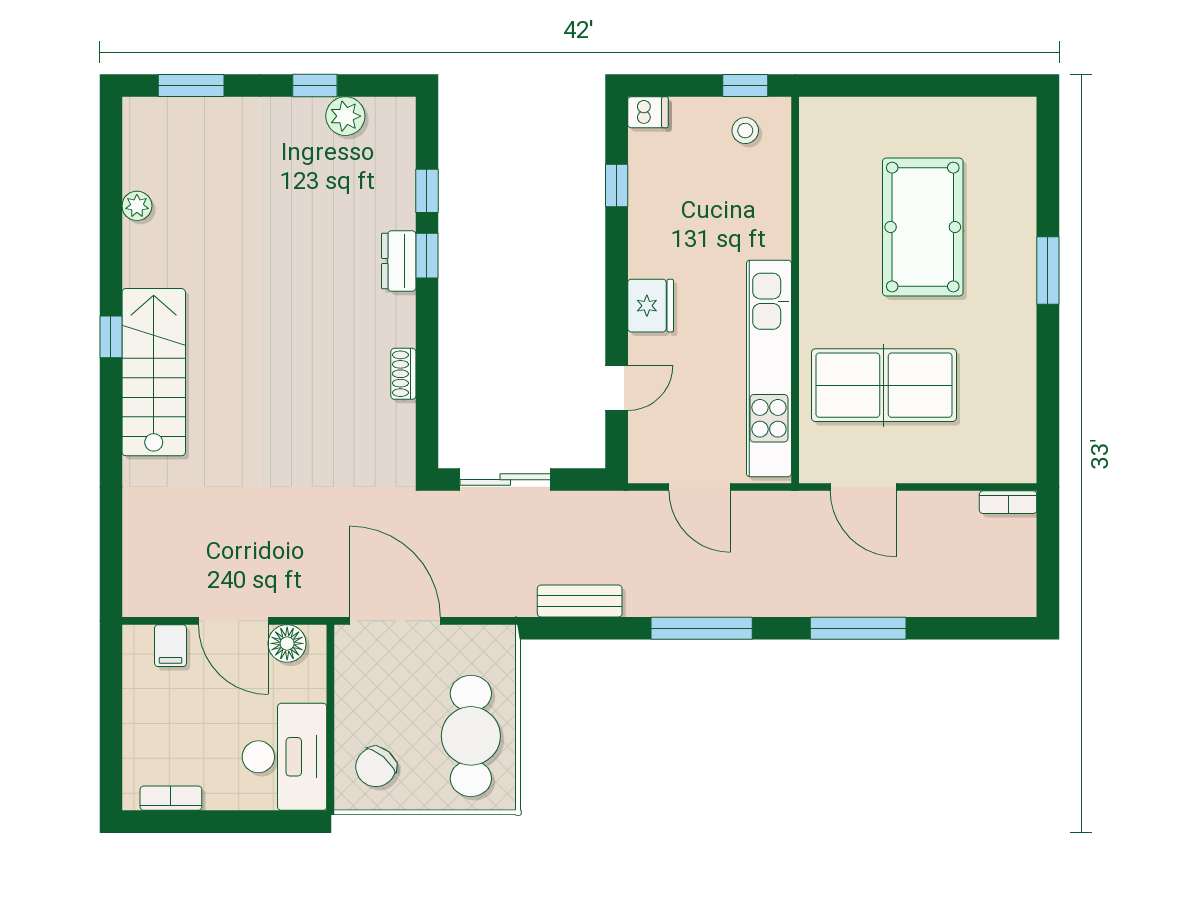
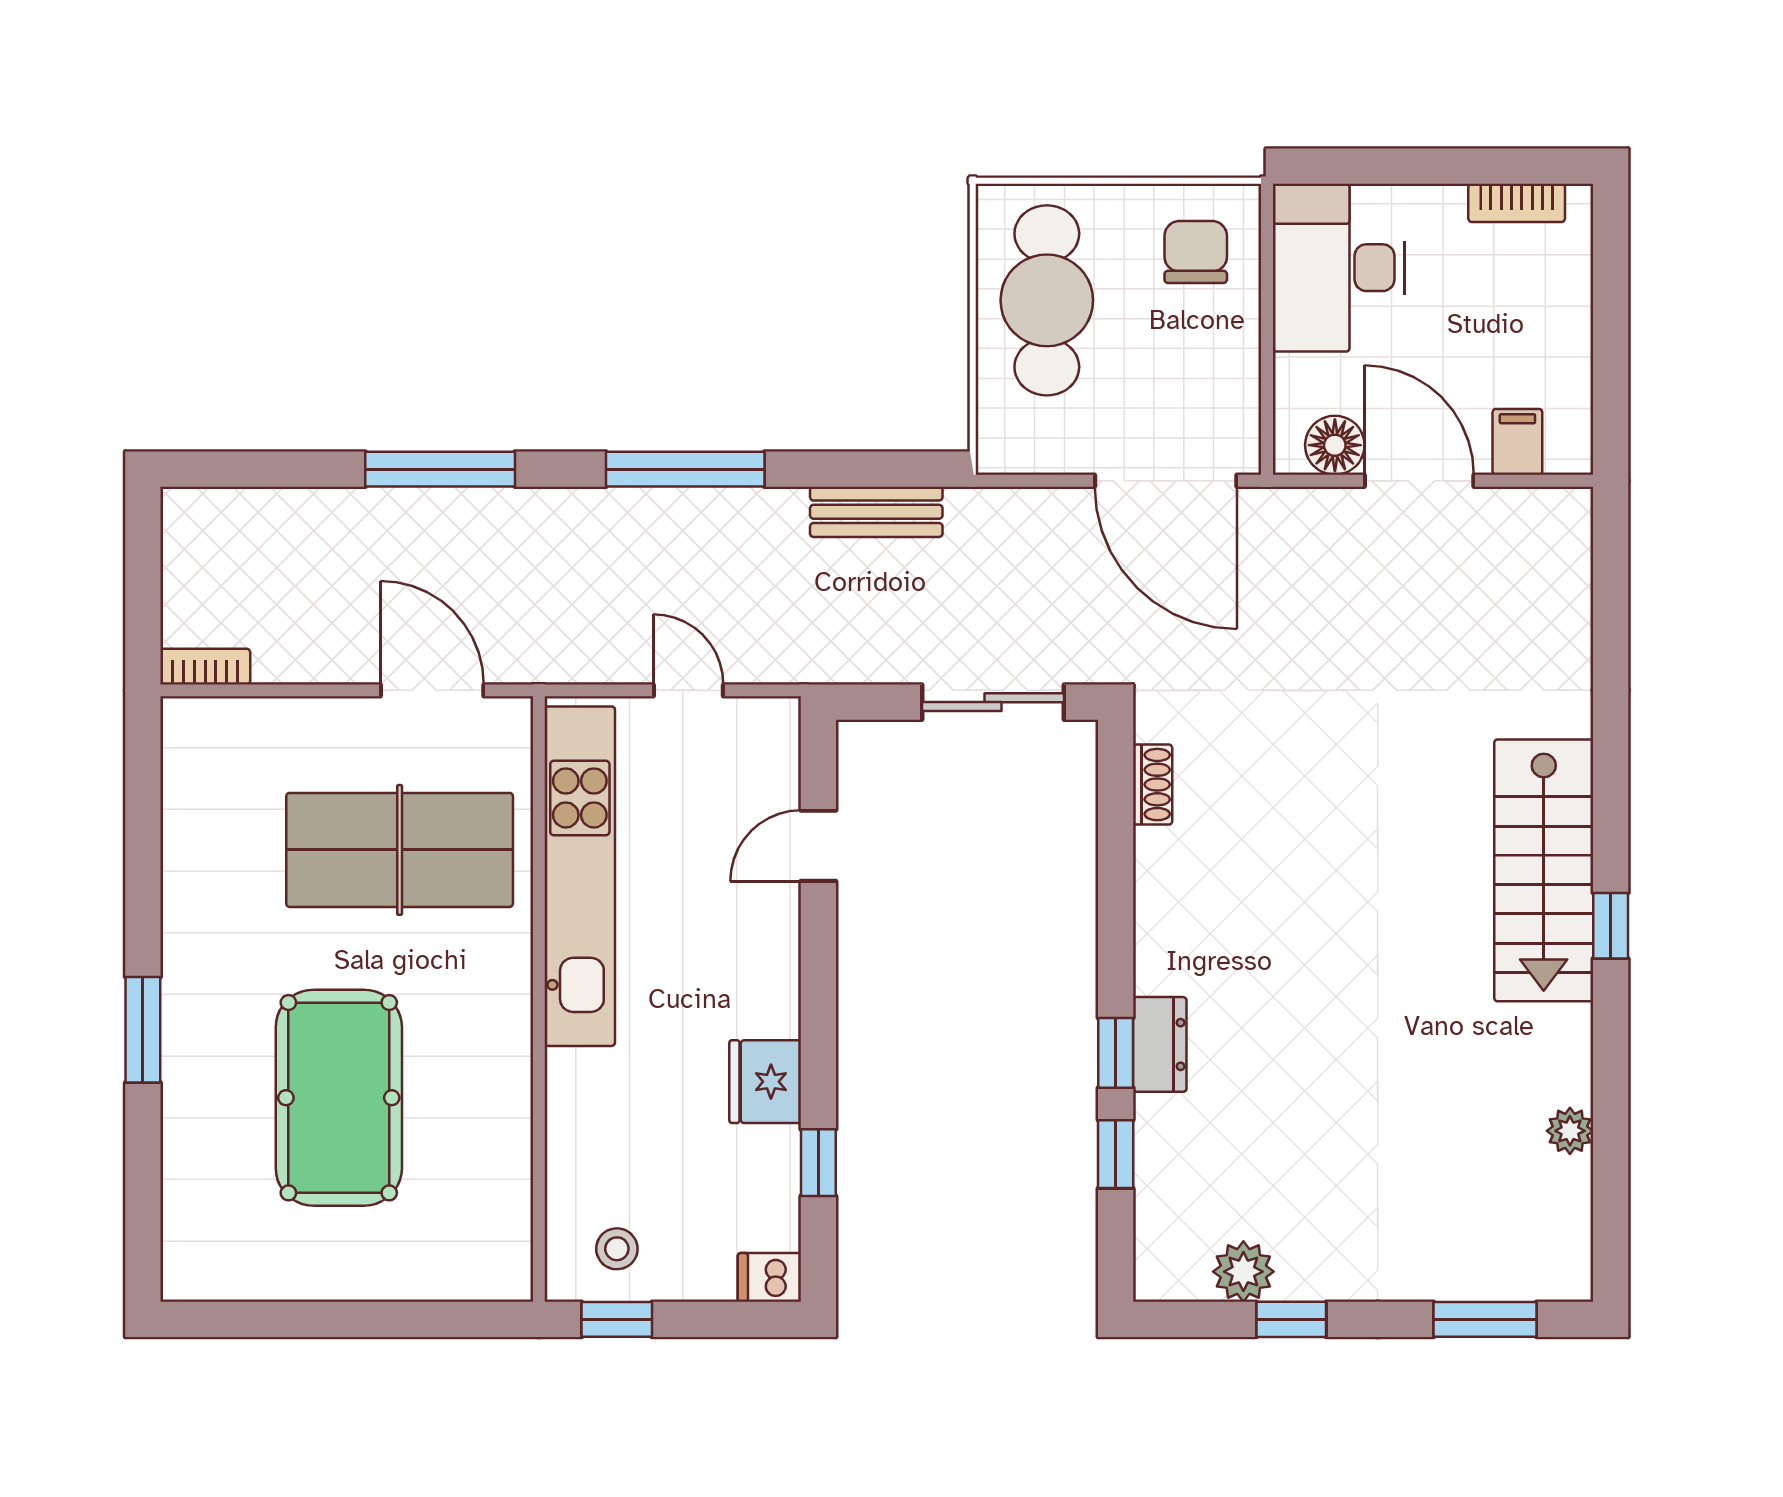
fridge: (651, 306) -> (765, 1082), moved
shoe rack: (403, 374) -> (1153, 785), moved
door: (700, 487) -> (688, 690), width x0.73
chair: (376, 767) -> (1196, 252), turned -40

